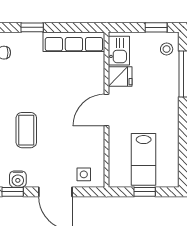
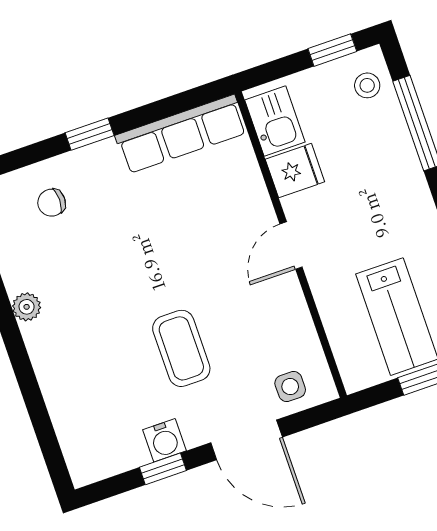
door: (106, 110) -> (291, 246), width x0.73
coffee table: (26, 130) -> (181, 348), moved

